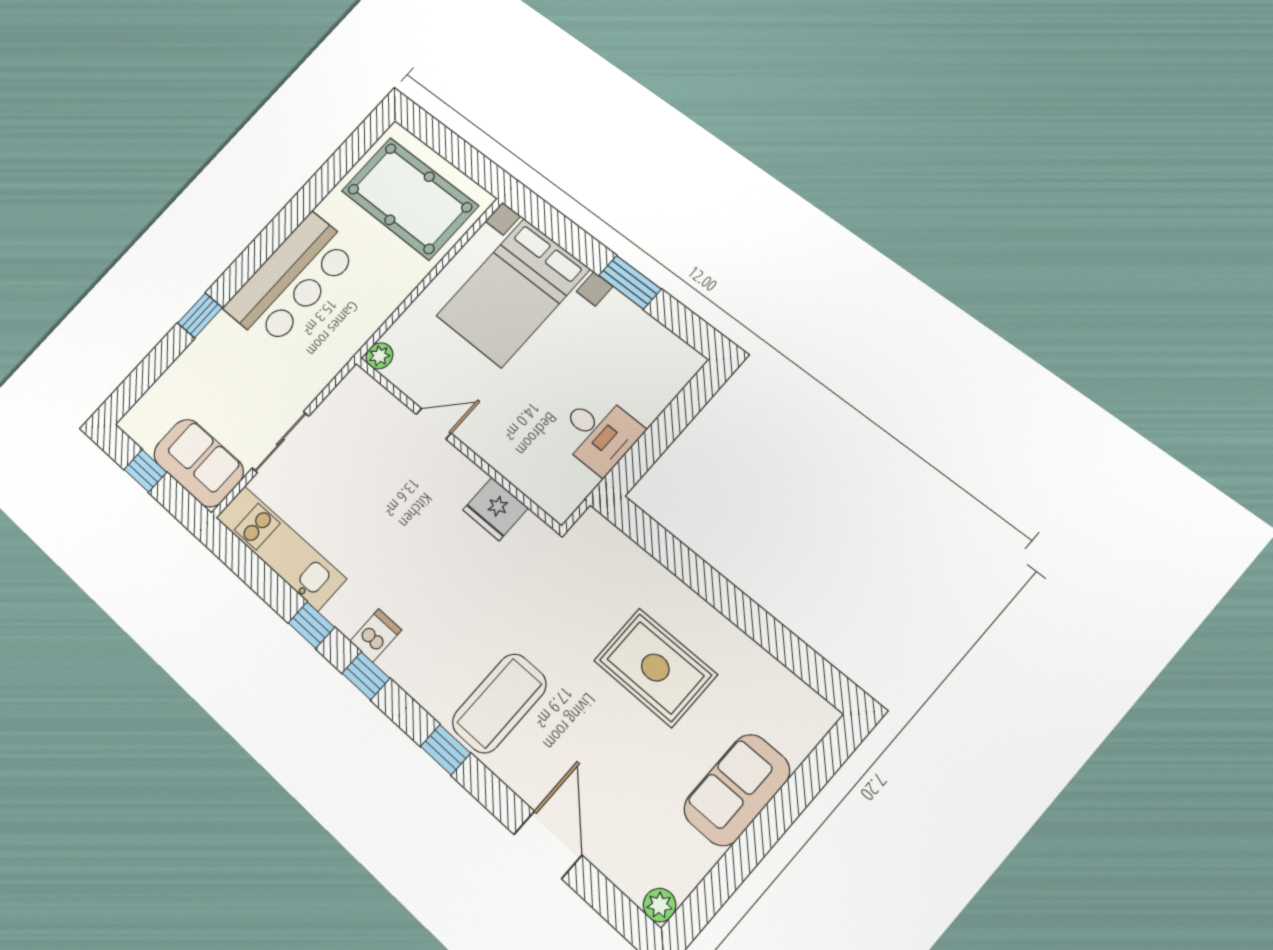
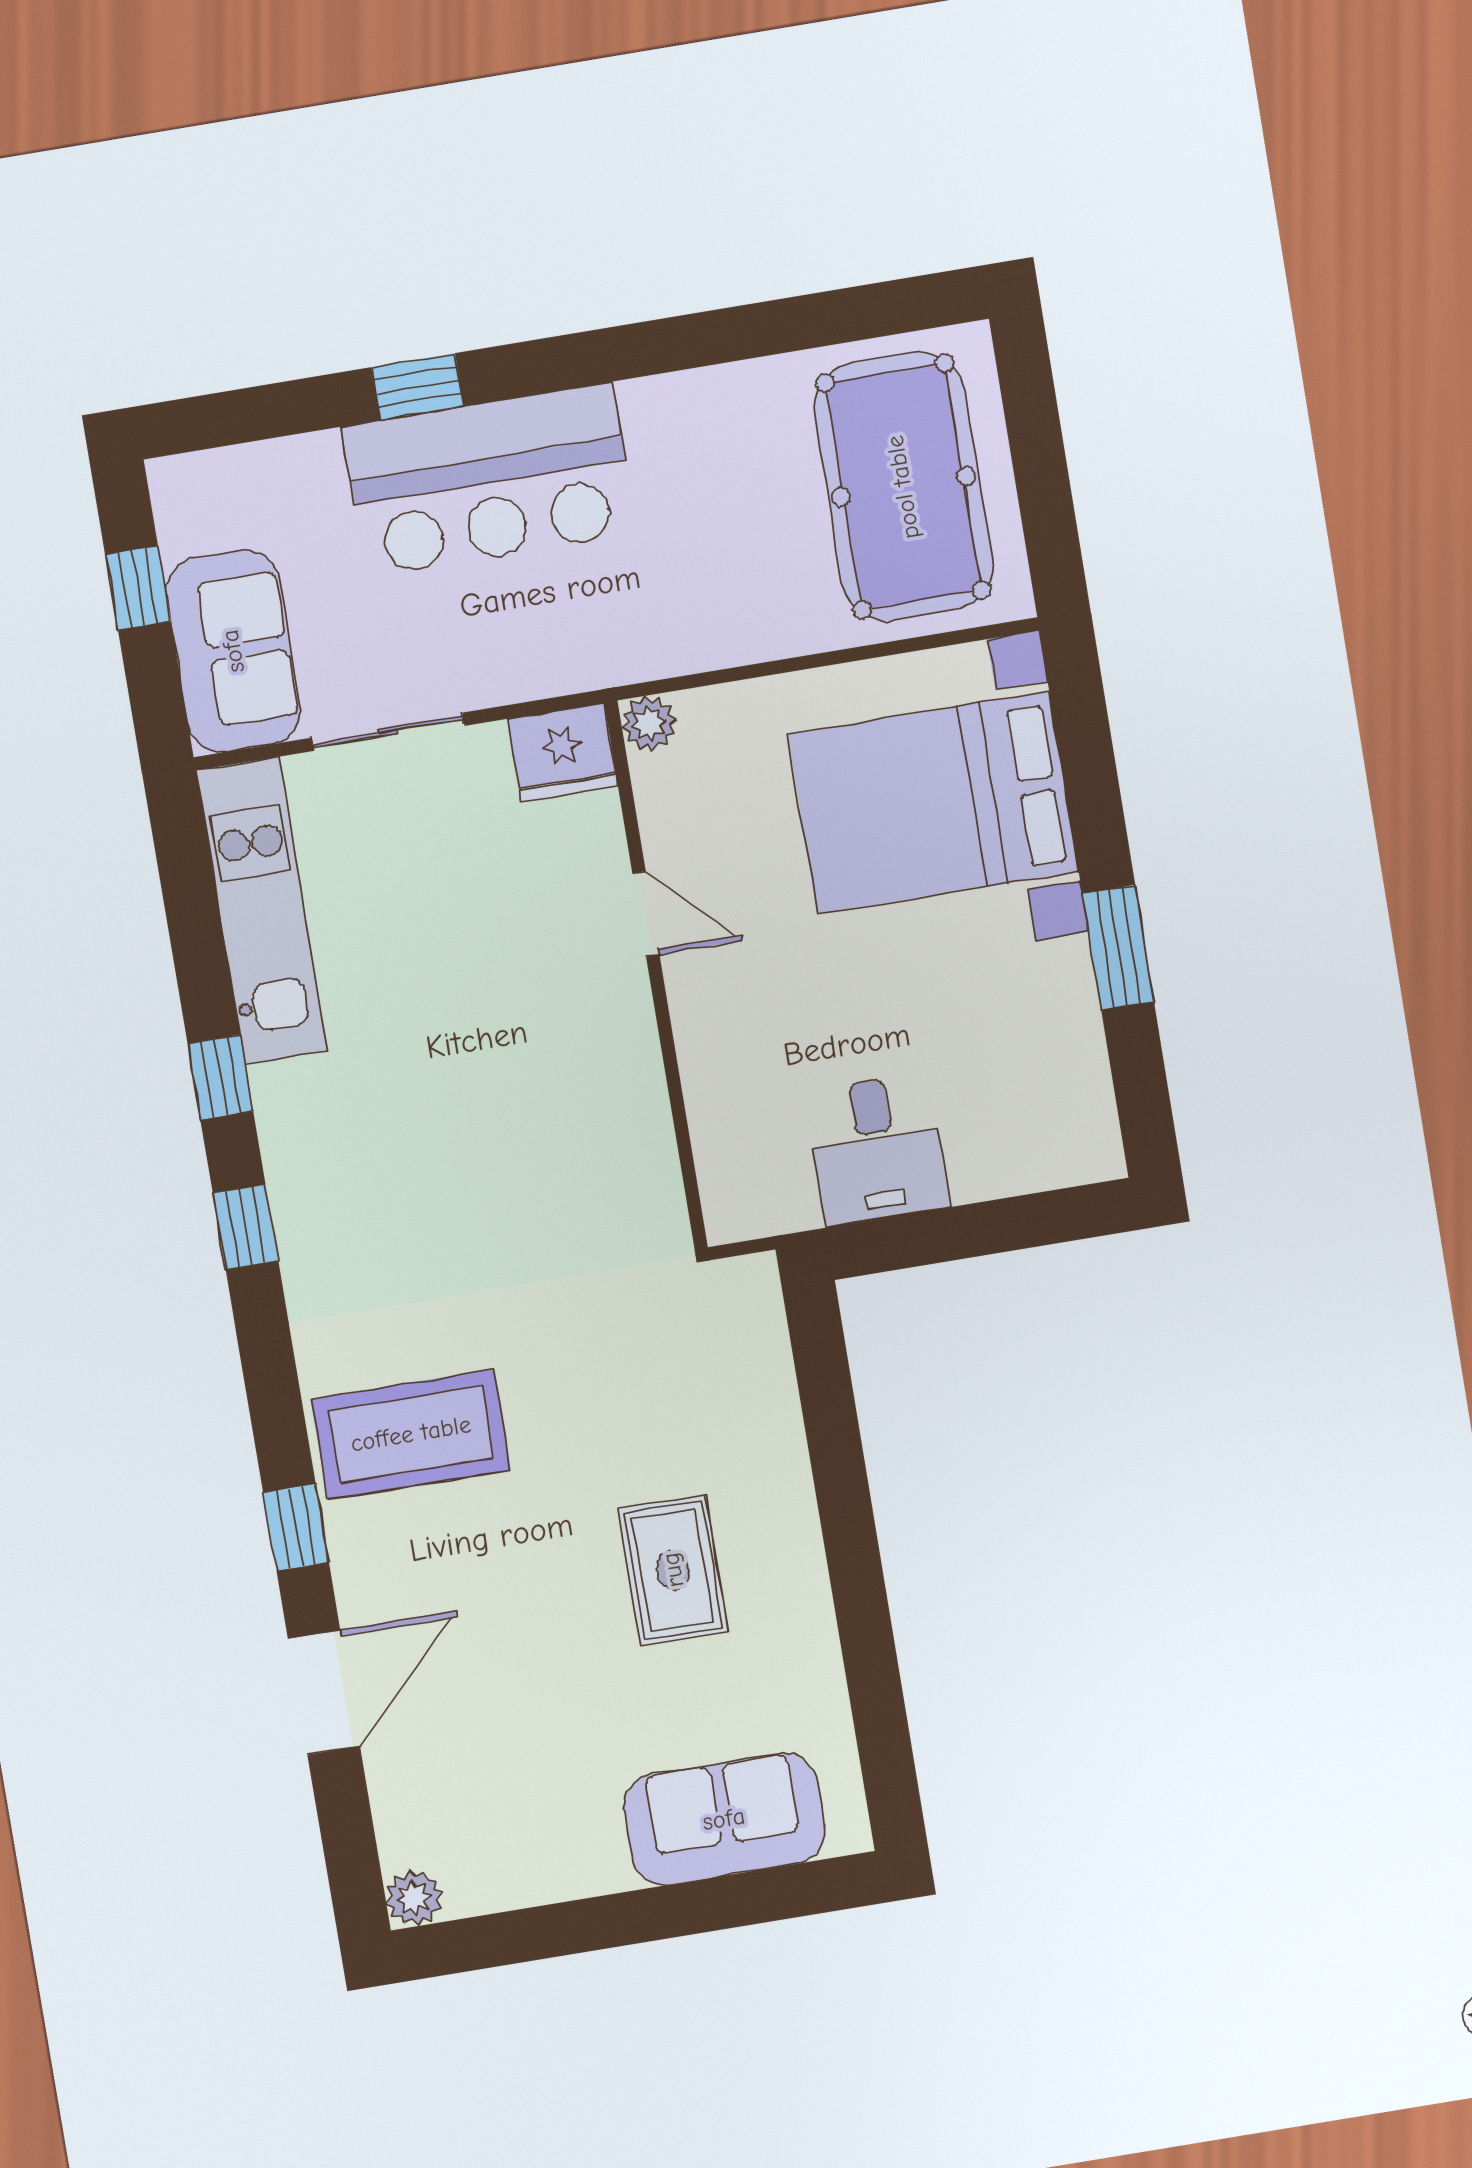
bar counter: (292, 280) -> (489, 480), moved
fridge: (495, 509) -> (563, 753), moved, turned -90
dishwasher: (376, 636) -> (306, 1177), removed
rug: (655, 668) -> (673, 1570), width x0.73, depth x0.70
window: (445, 750) -> (296, 1527), moved
sofa: (737, 790) -> (724, 1819), moved

